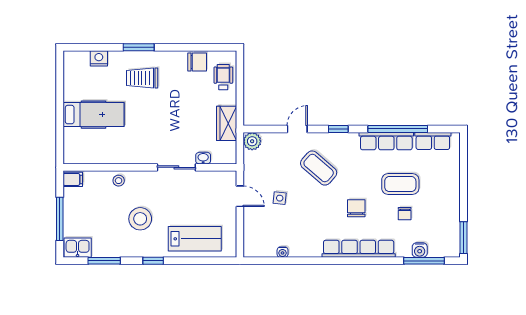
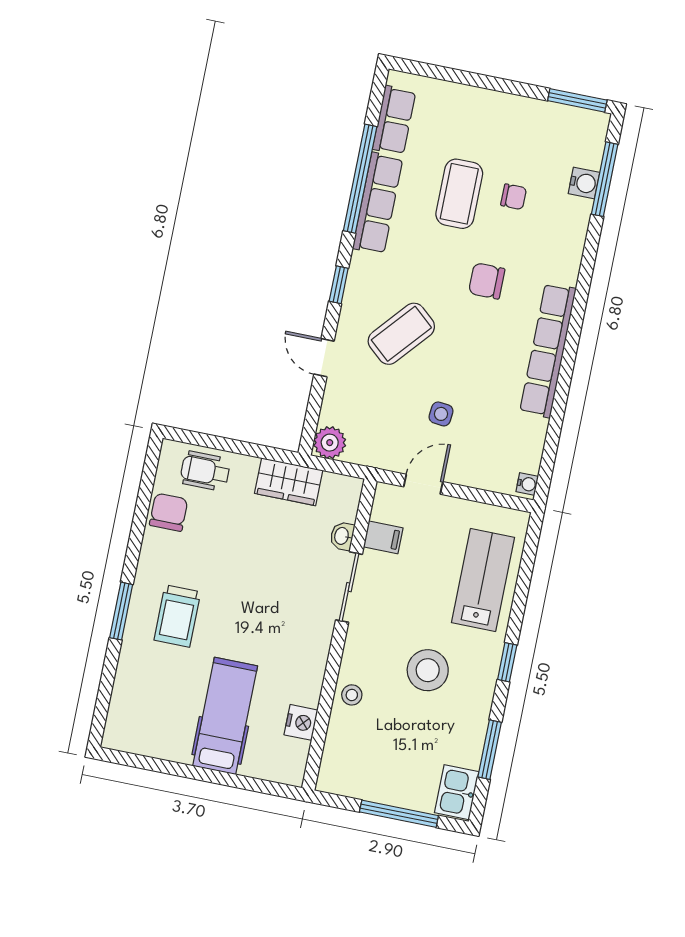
nightstand: (99, 58) -> (301, 722), moved, turned 180
filing cabinet: (73, 179) -> (383, 537), moved, turned 90
row of seats: (359, 249) -> (548, 350), moved
water cooler: (283, 252) -> (527, 484), moved

